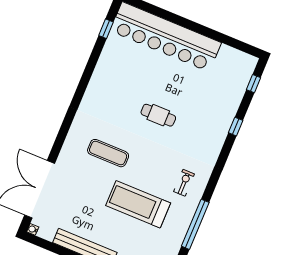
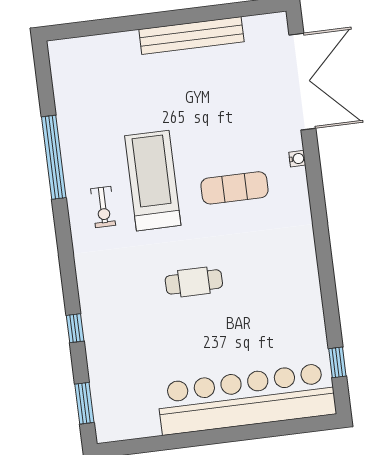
window: (253, 84) -> (84, 403), width x1.50
treadmill: (138, 204) -> (153, 181), moved, turned -90
water cooler: (33, 229) -> (297, 159), moved

